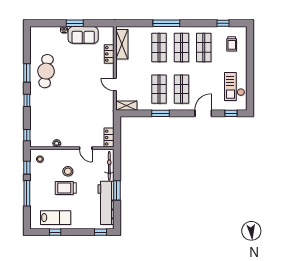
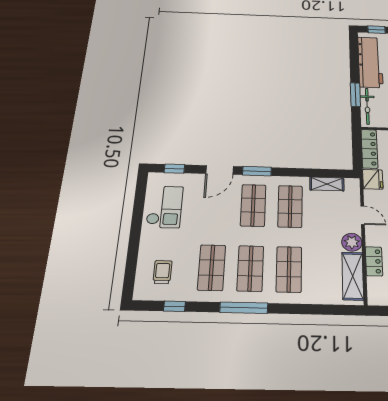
window: (166, 23) -> (244, 308), moved
plant: (122, 66) -> (352, 242), added
shelving: (126, 106) -> (327, 184), moved
fridge: (108, 110) -> (373, 179), added
window: (161, 113) -> (257, 171), moved
locker: (109, 138) -> (369, 149), width x1.53
window: (117, 190) -> (355, 95), moved

